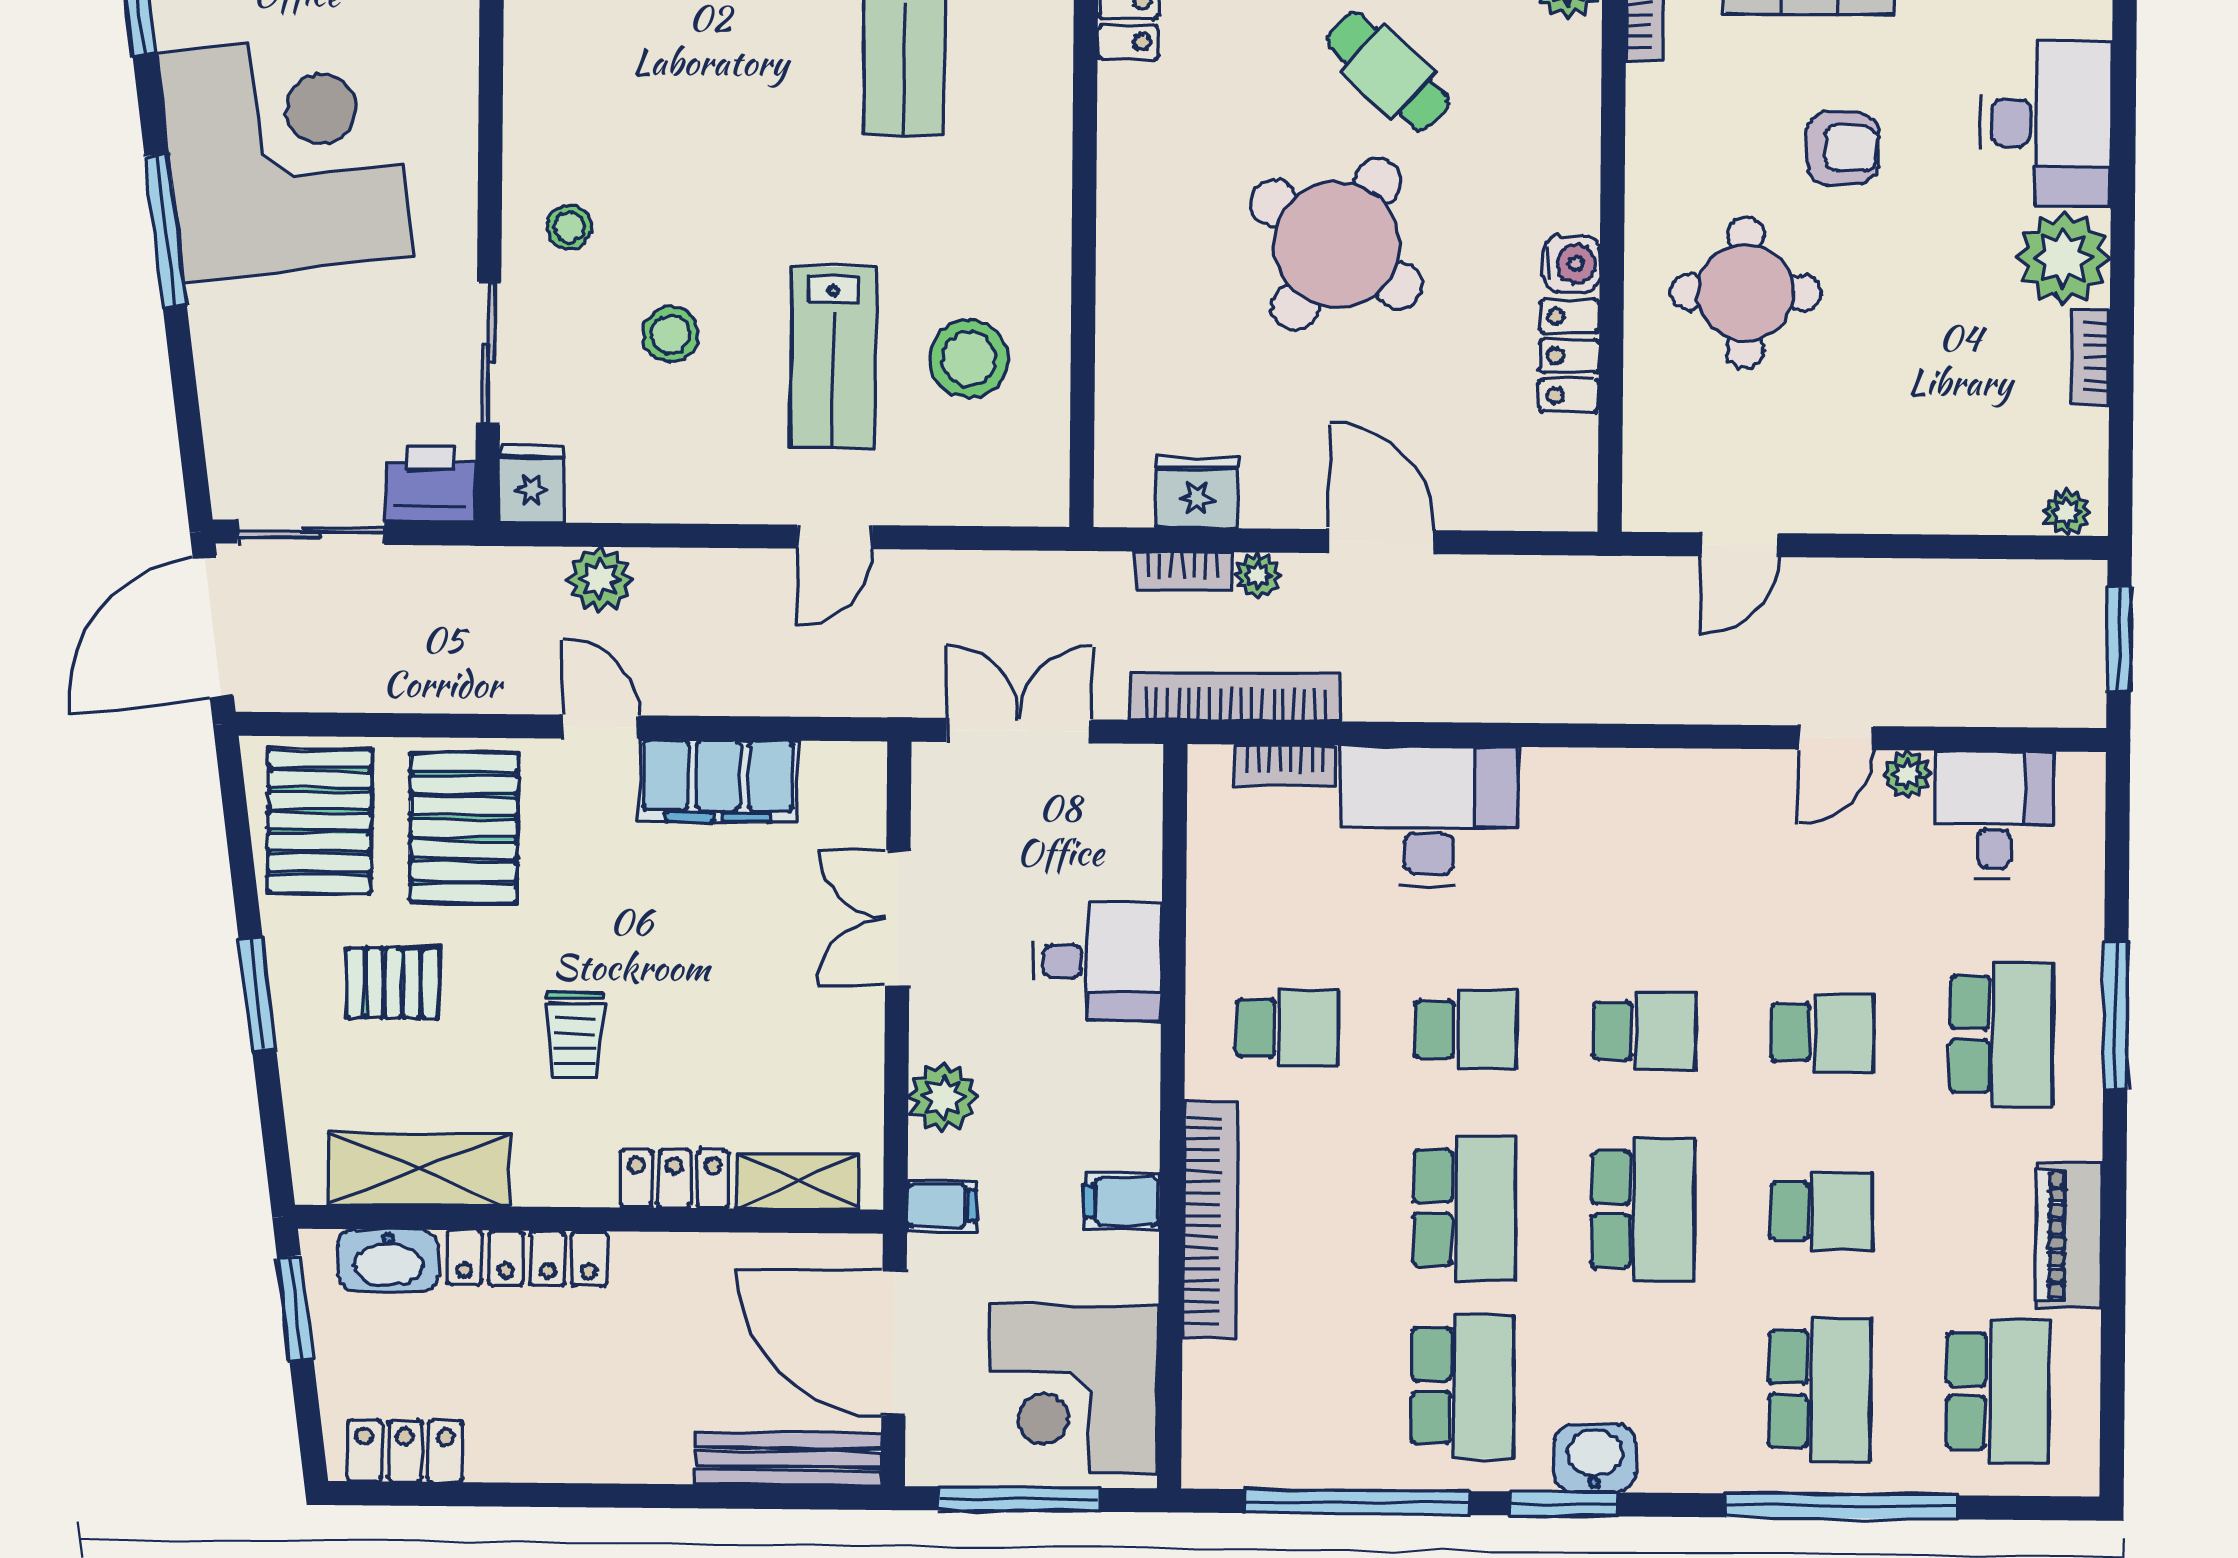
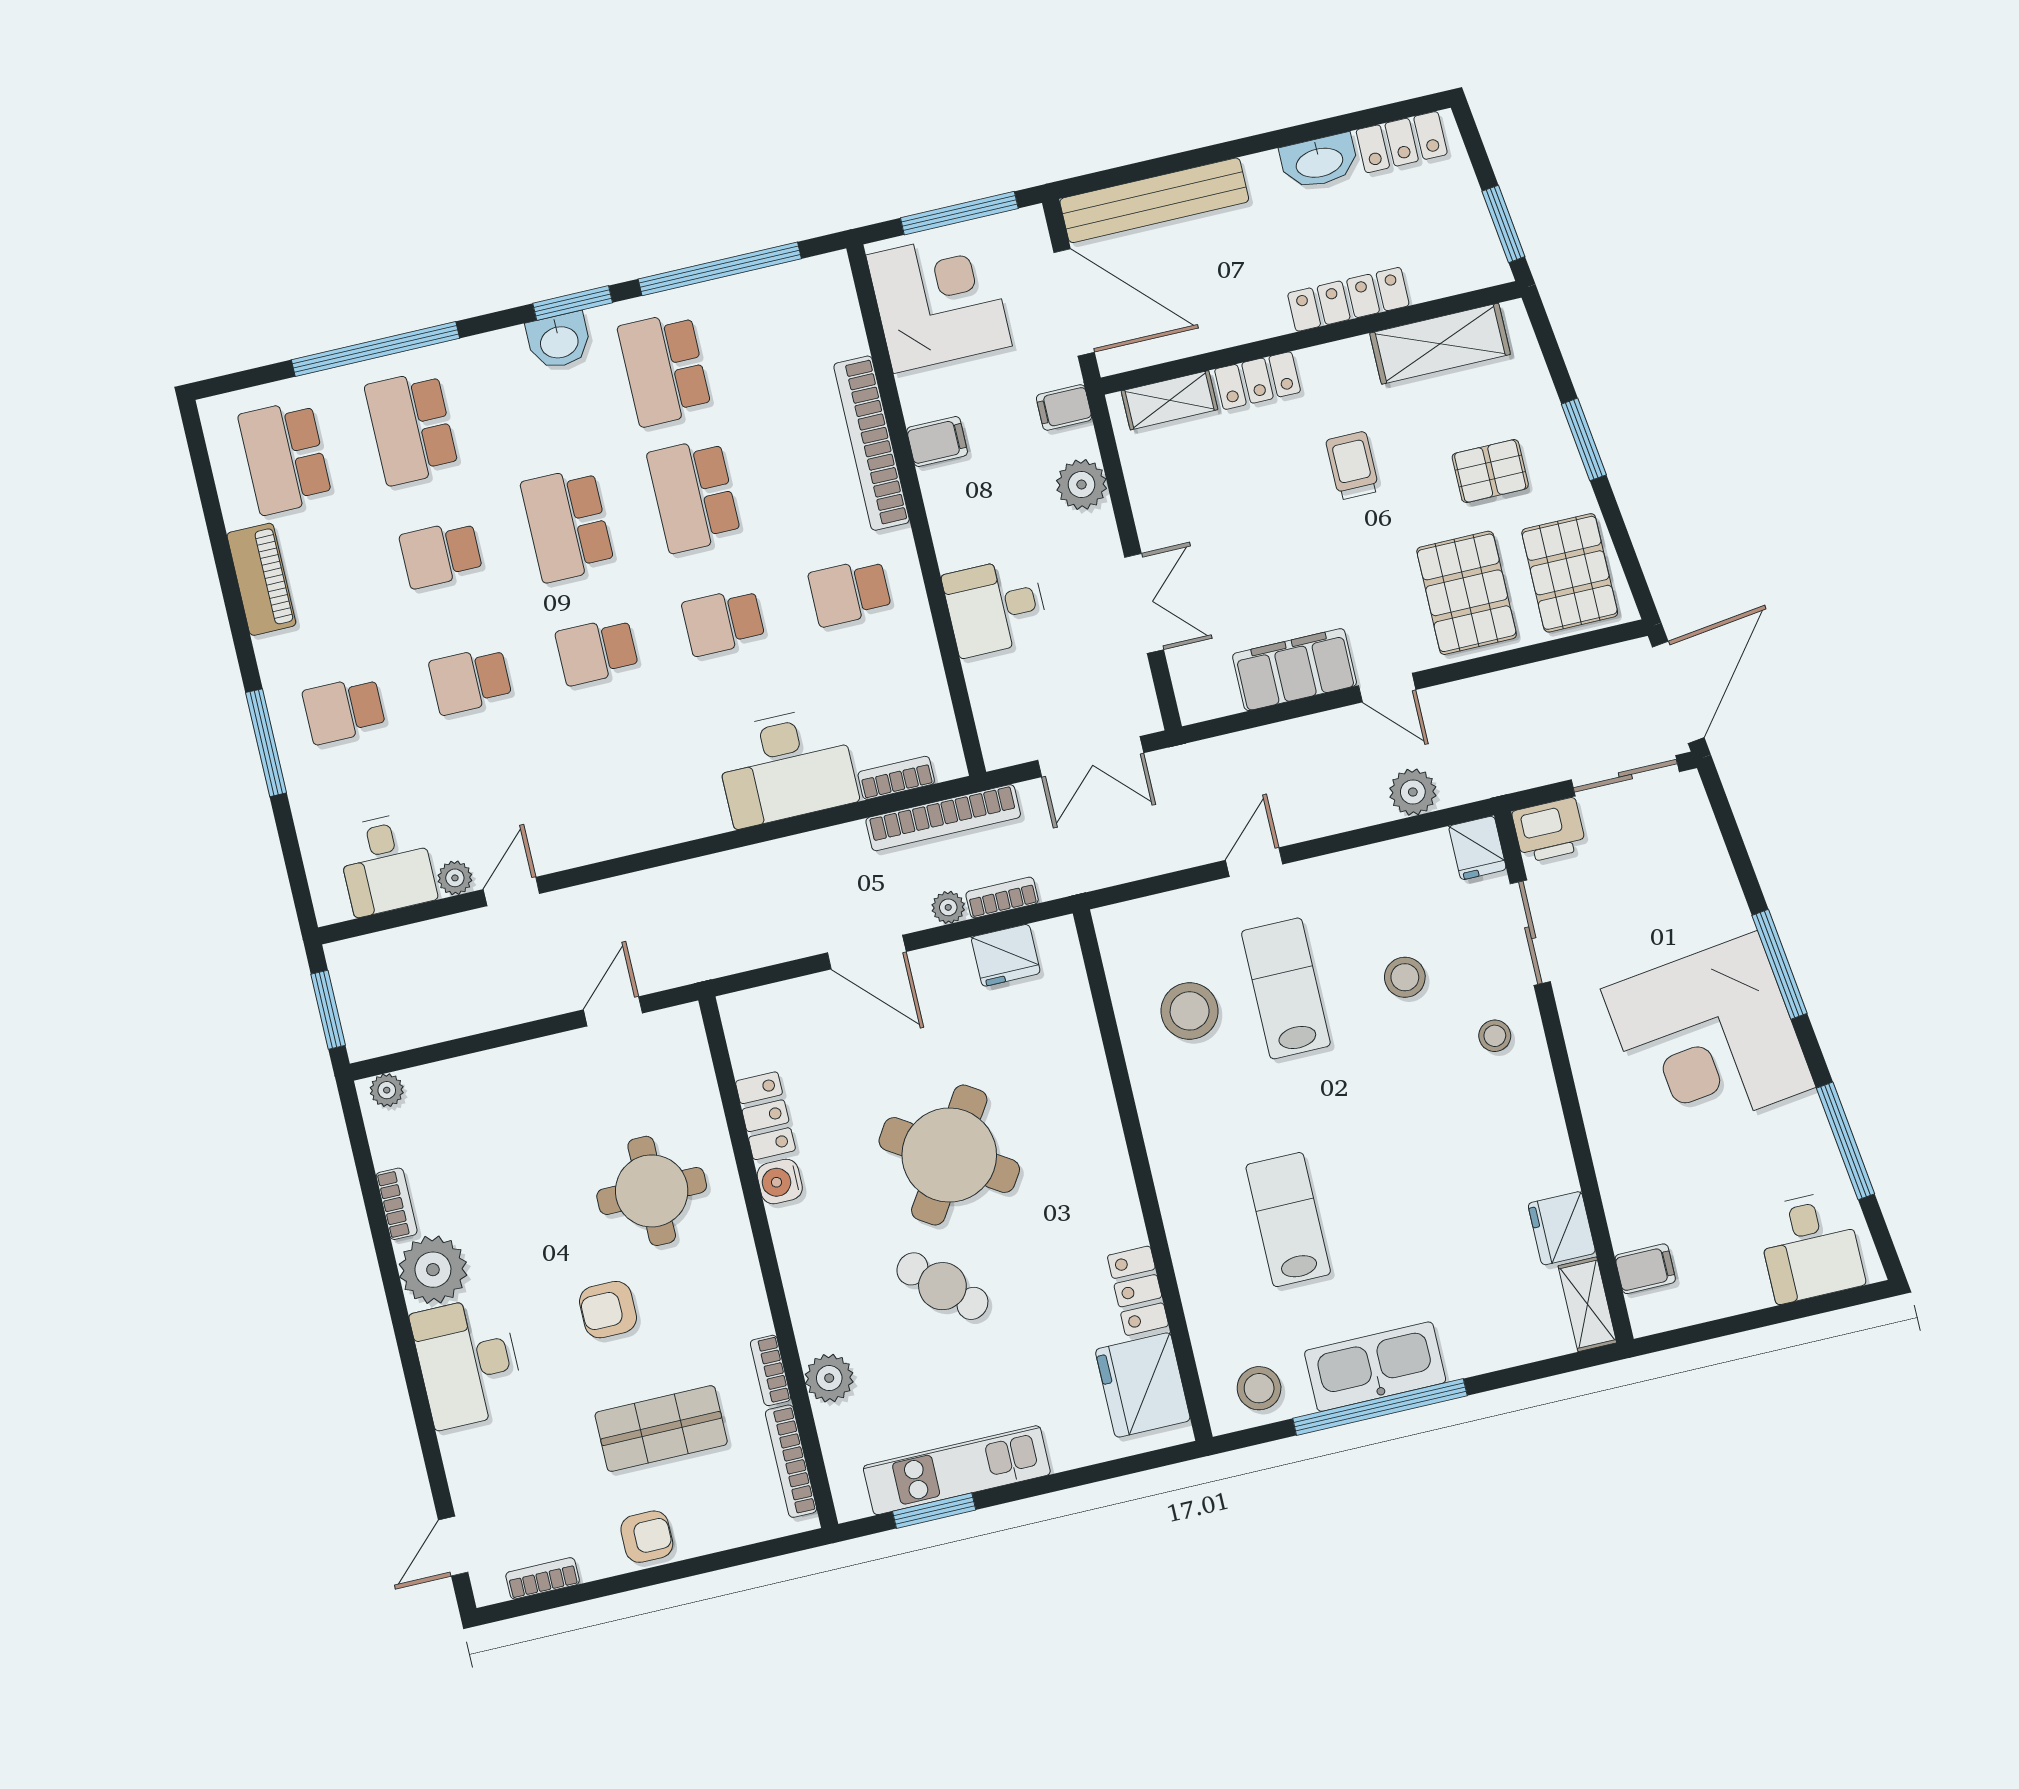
school desk: (2001, 1034) -> (344, 710), width x0.54
washbasin: (388, 1260) -> (1319, 161), moved, turned 180
bench: (788, 1459) -> (1154, 200), width x1.37, depth x1.21

